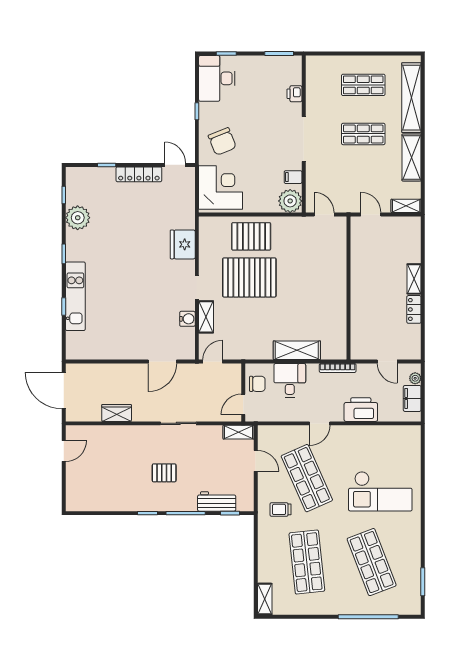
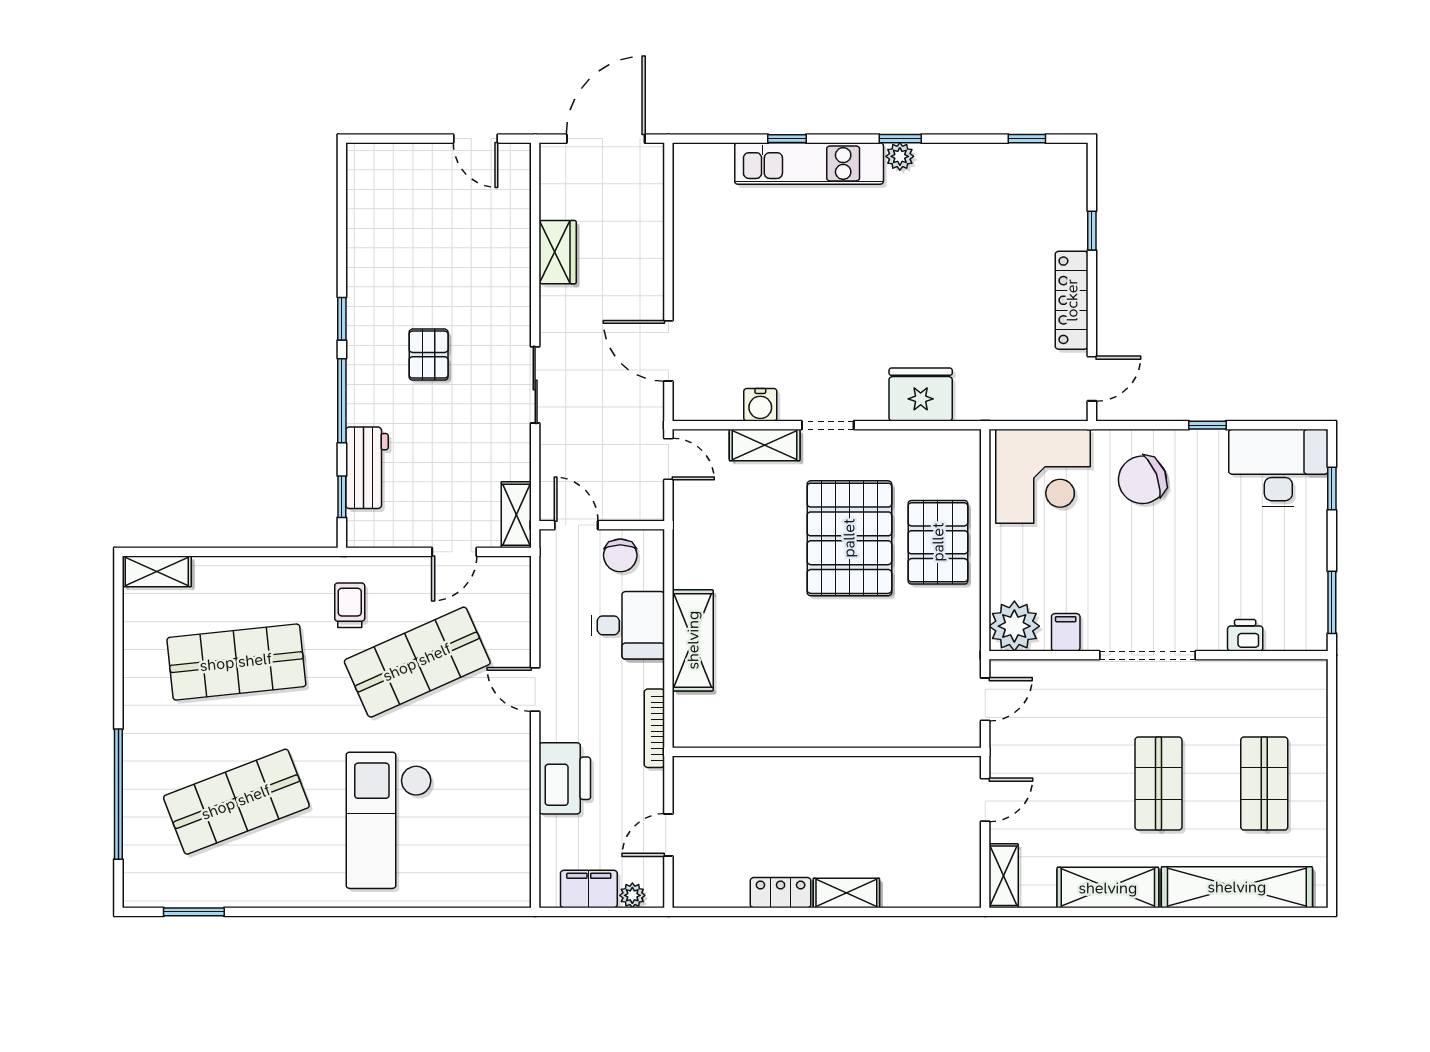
plant: (78, 218) -> (900, 156), moved, width x0.53, depth x0.53

